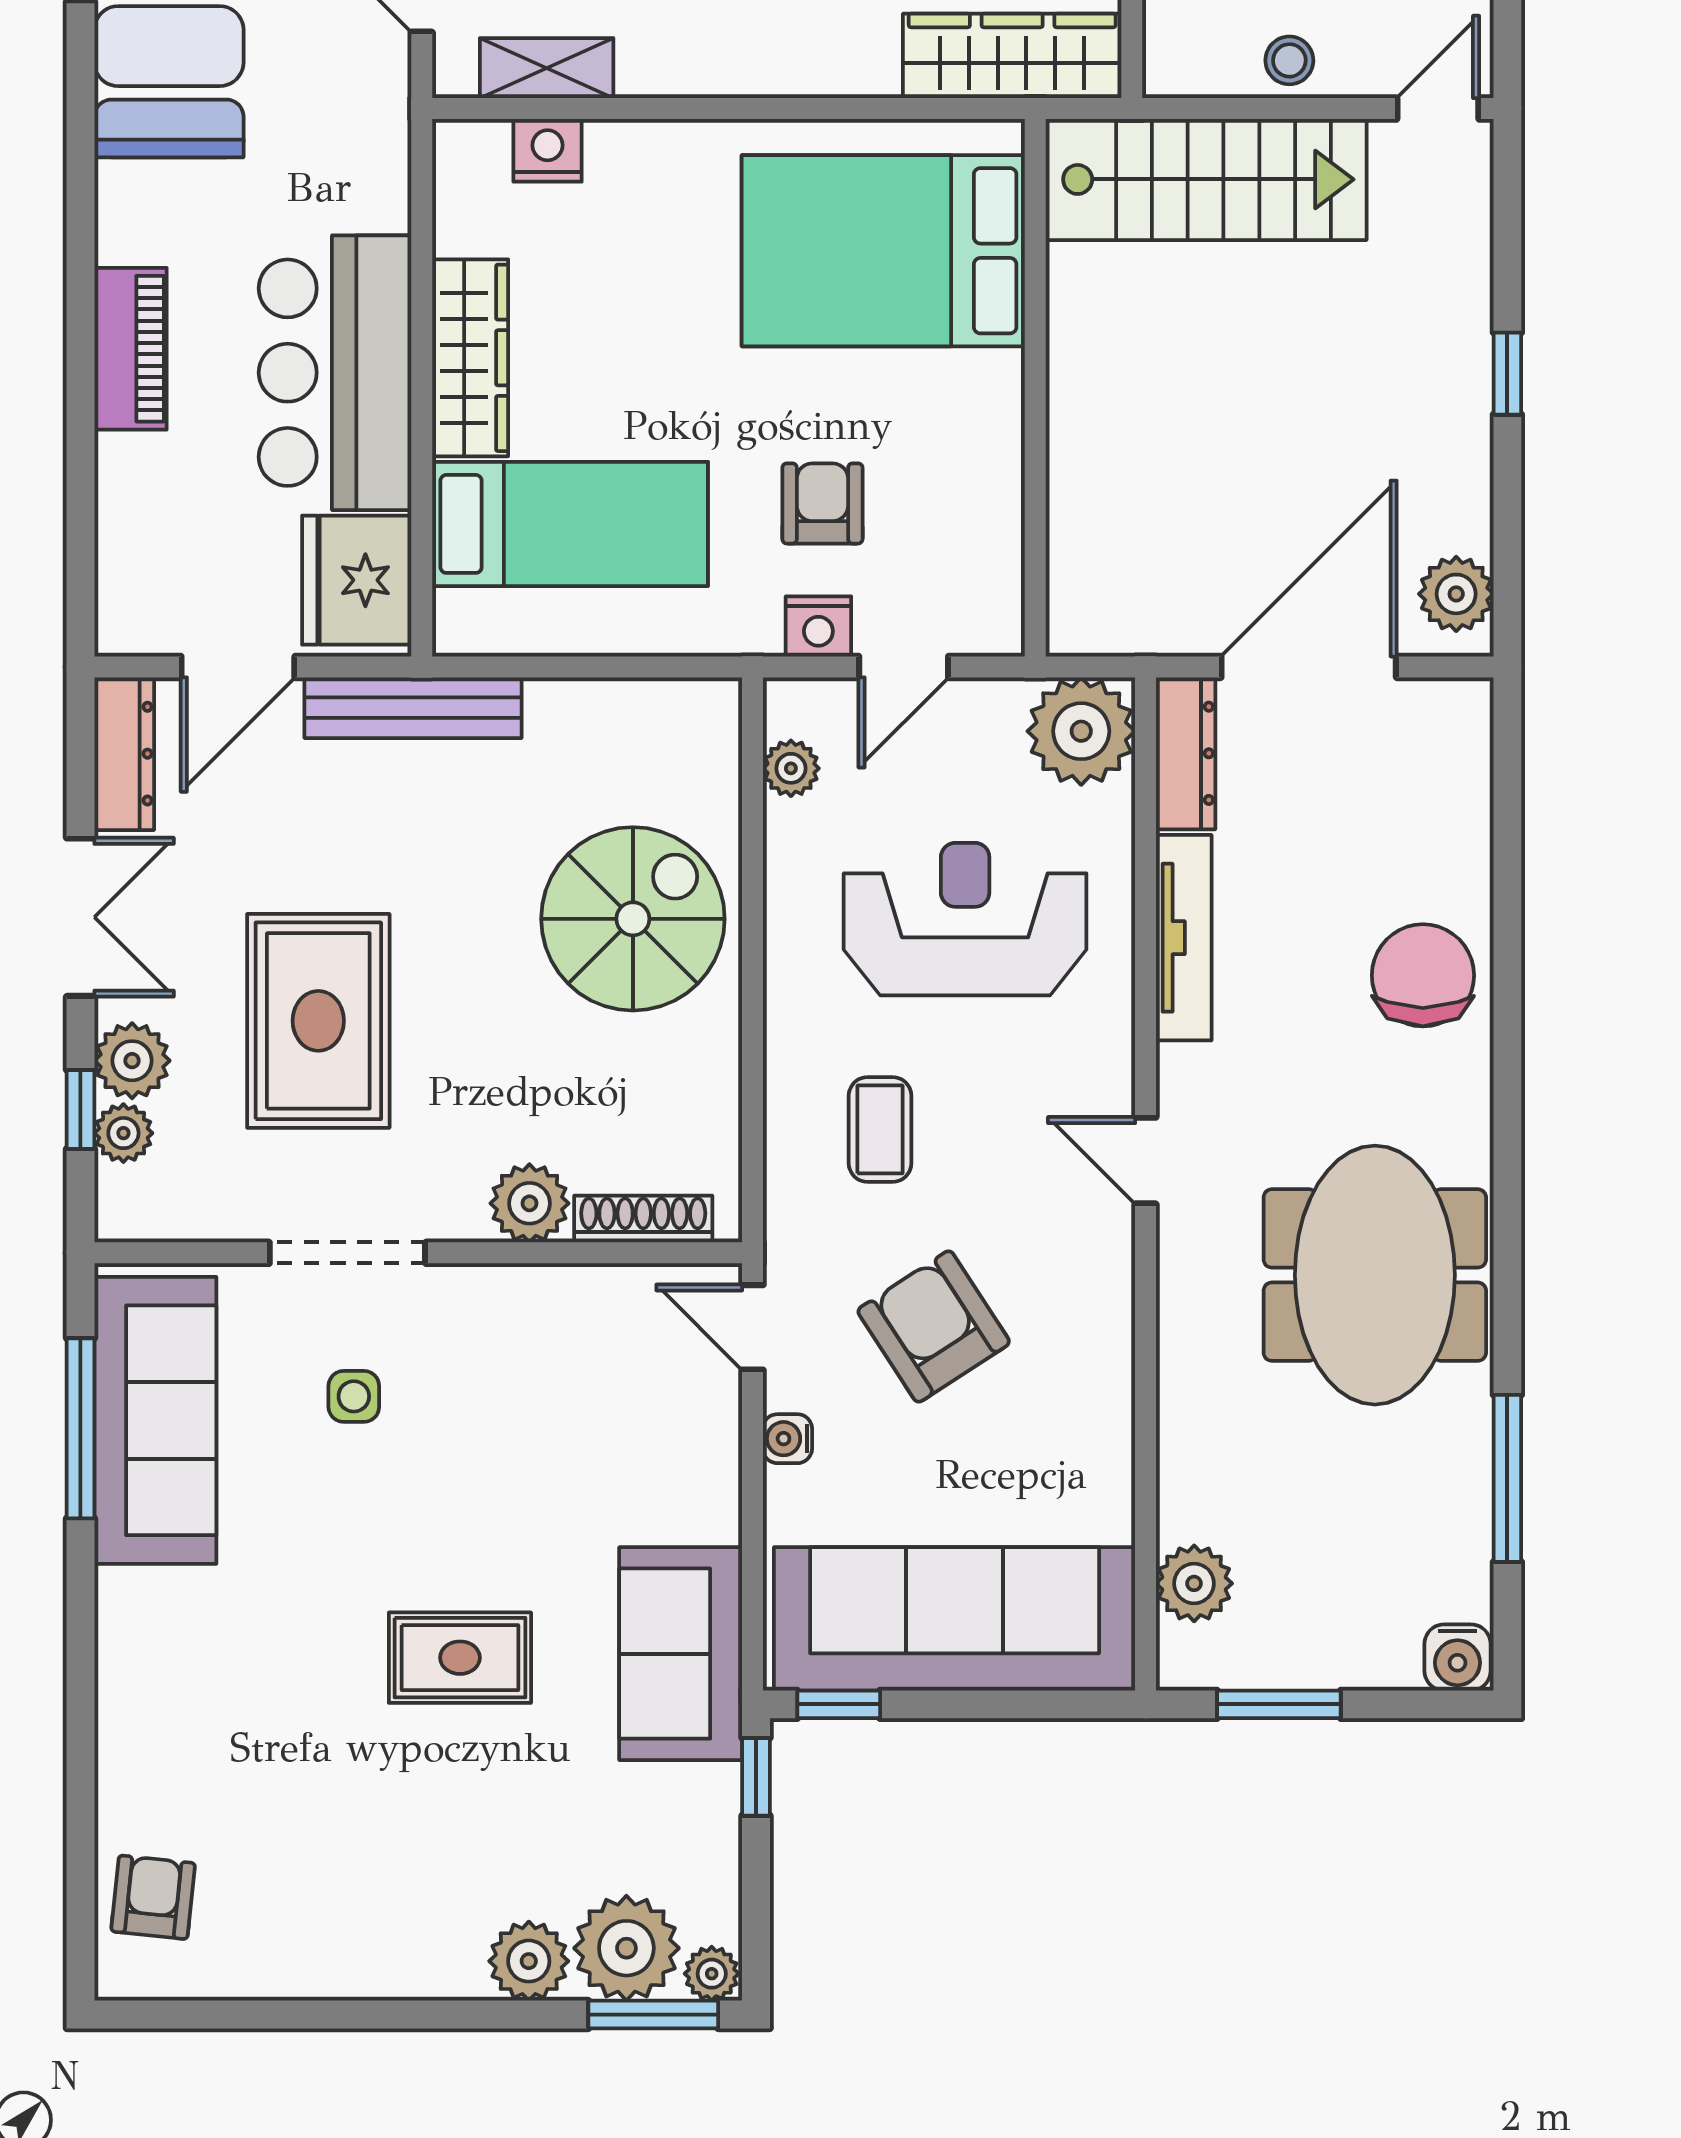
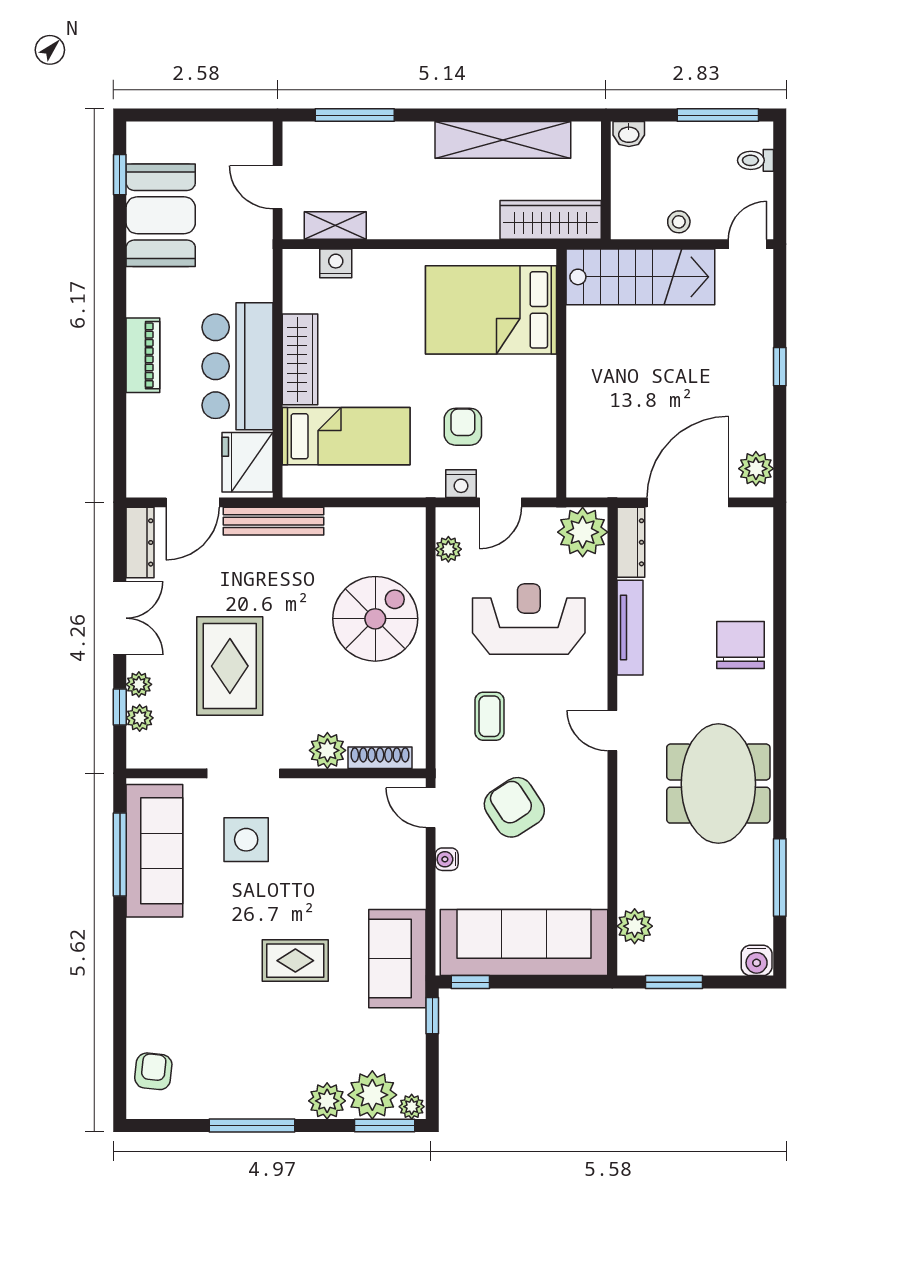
plant: (132, 1061) -> (139, 684), width x0.73, depth x0.73
side table: (354, 1396) -> (246, 840), width x1.87, depth x1.87
window: (366, 2015) -> (252, 1126), added

